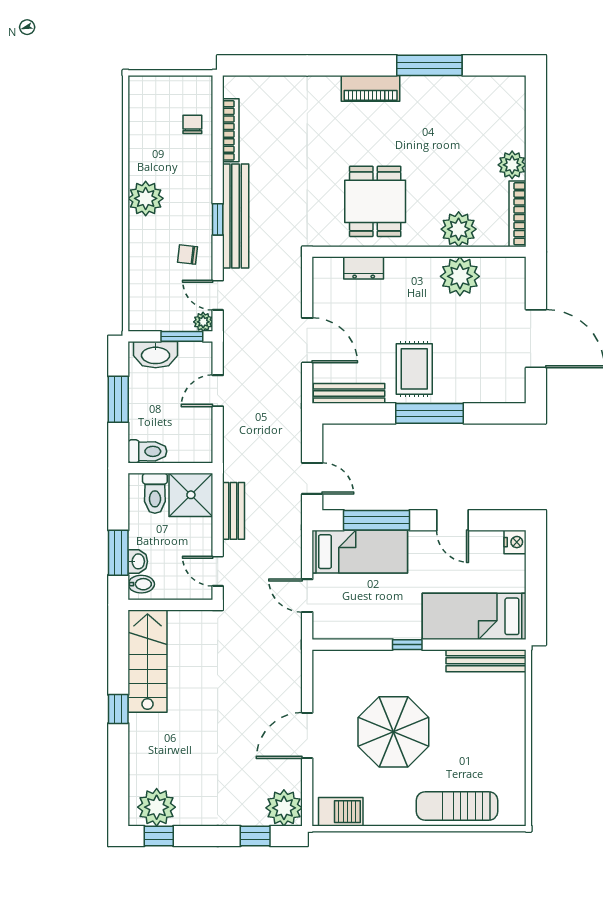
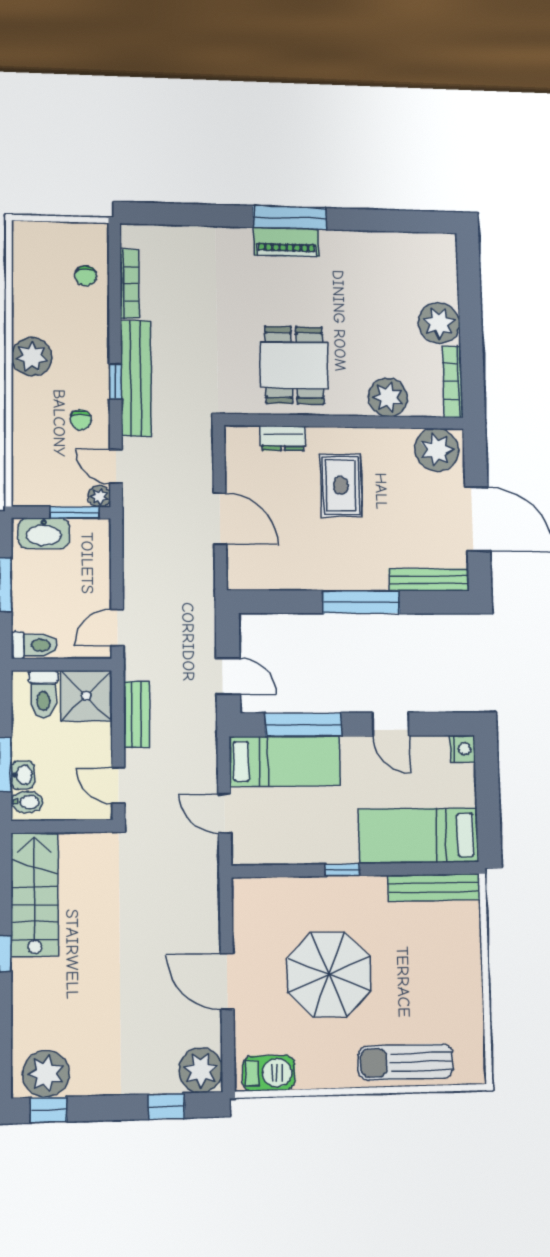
window: (429, 65) -> (290, 218), moved
chair: (192, 124) -> (86, 276), turned 180
plant: (512, 165) -> (439, 323), width x1.36, depth x1.36
chair: (187, 255) -> (81, 420), turned -97
plant: (460, 276) -> (437, 450), moved
rug: (414, 369) -> (341, 485), moved
door: (218, 391) -> (117, 628), moved
bench: (349, 393) -> (429, 580), moved
door: (307, 736) -> (227, 981), hinge flipped

